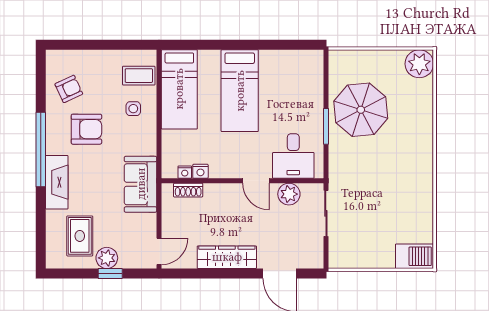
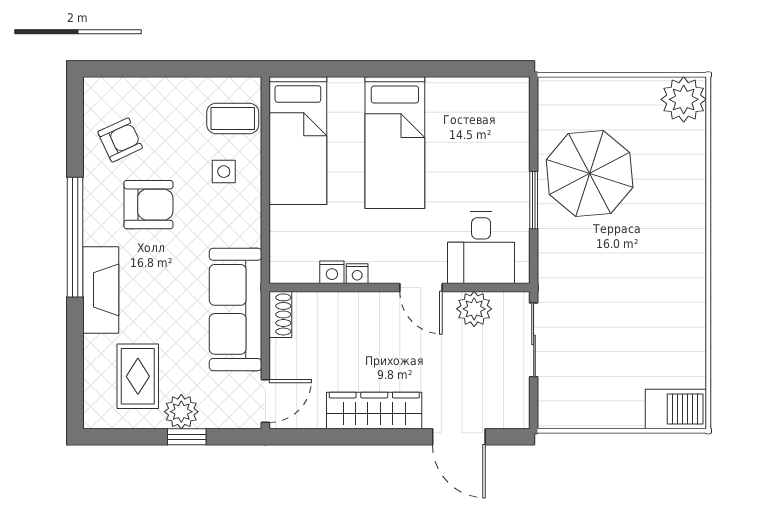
nightstand: (185, 172) -> (357, 274), moved
sofa: (141, 184) -> (235, 309), width x1.36
shoe rack: (188, 190) -> (280, 314), moved, turned -90

